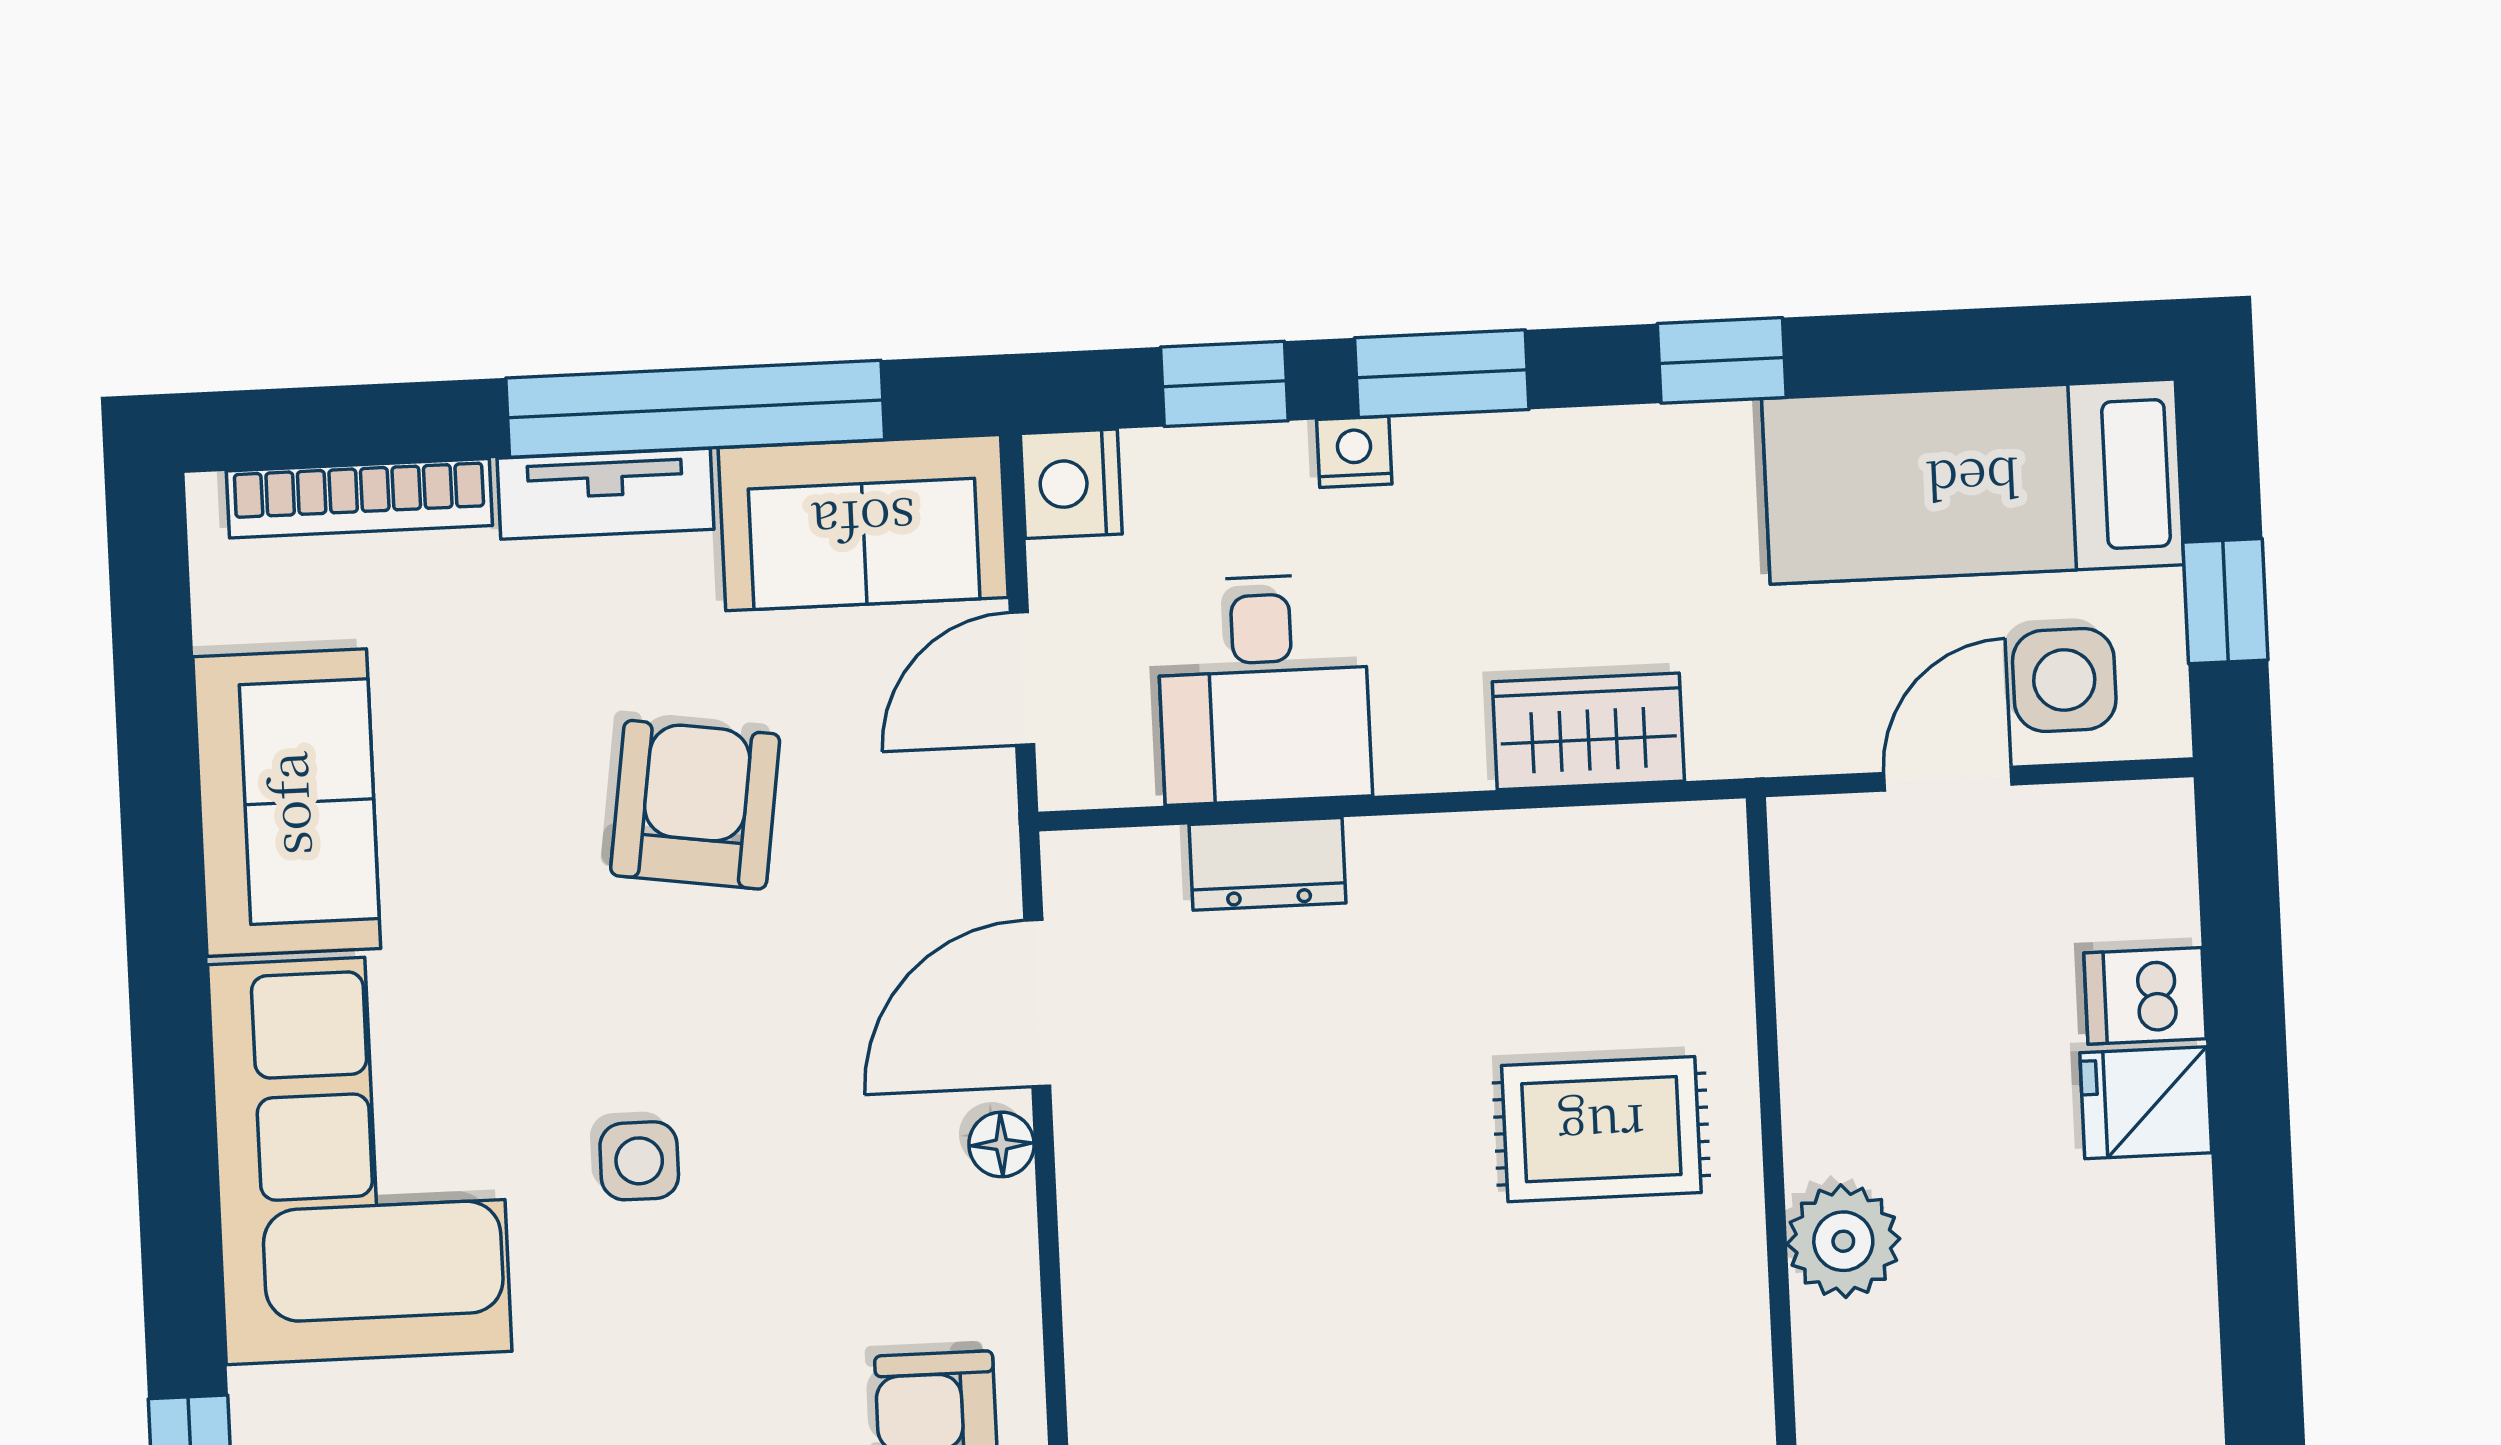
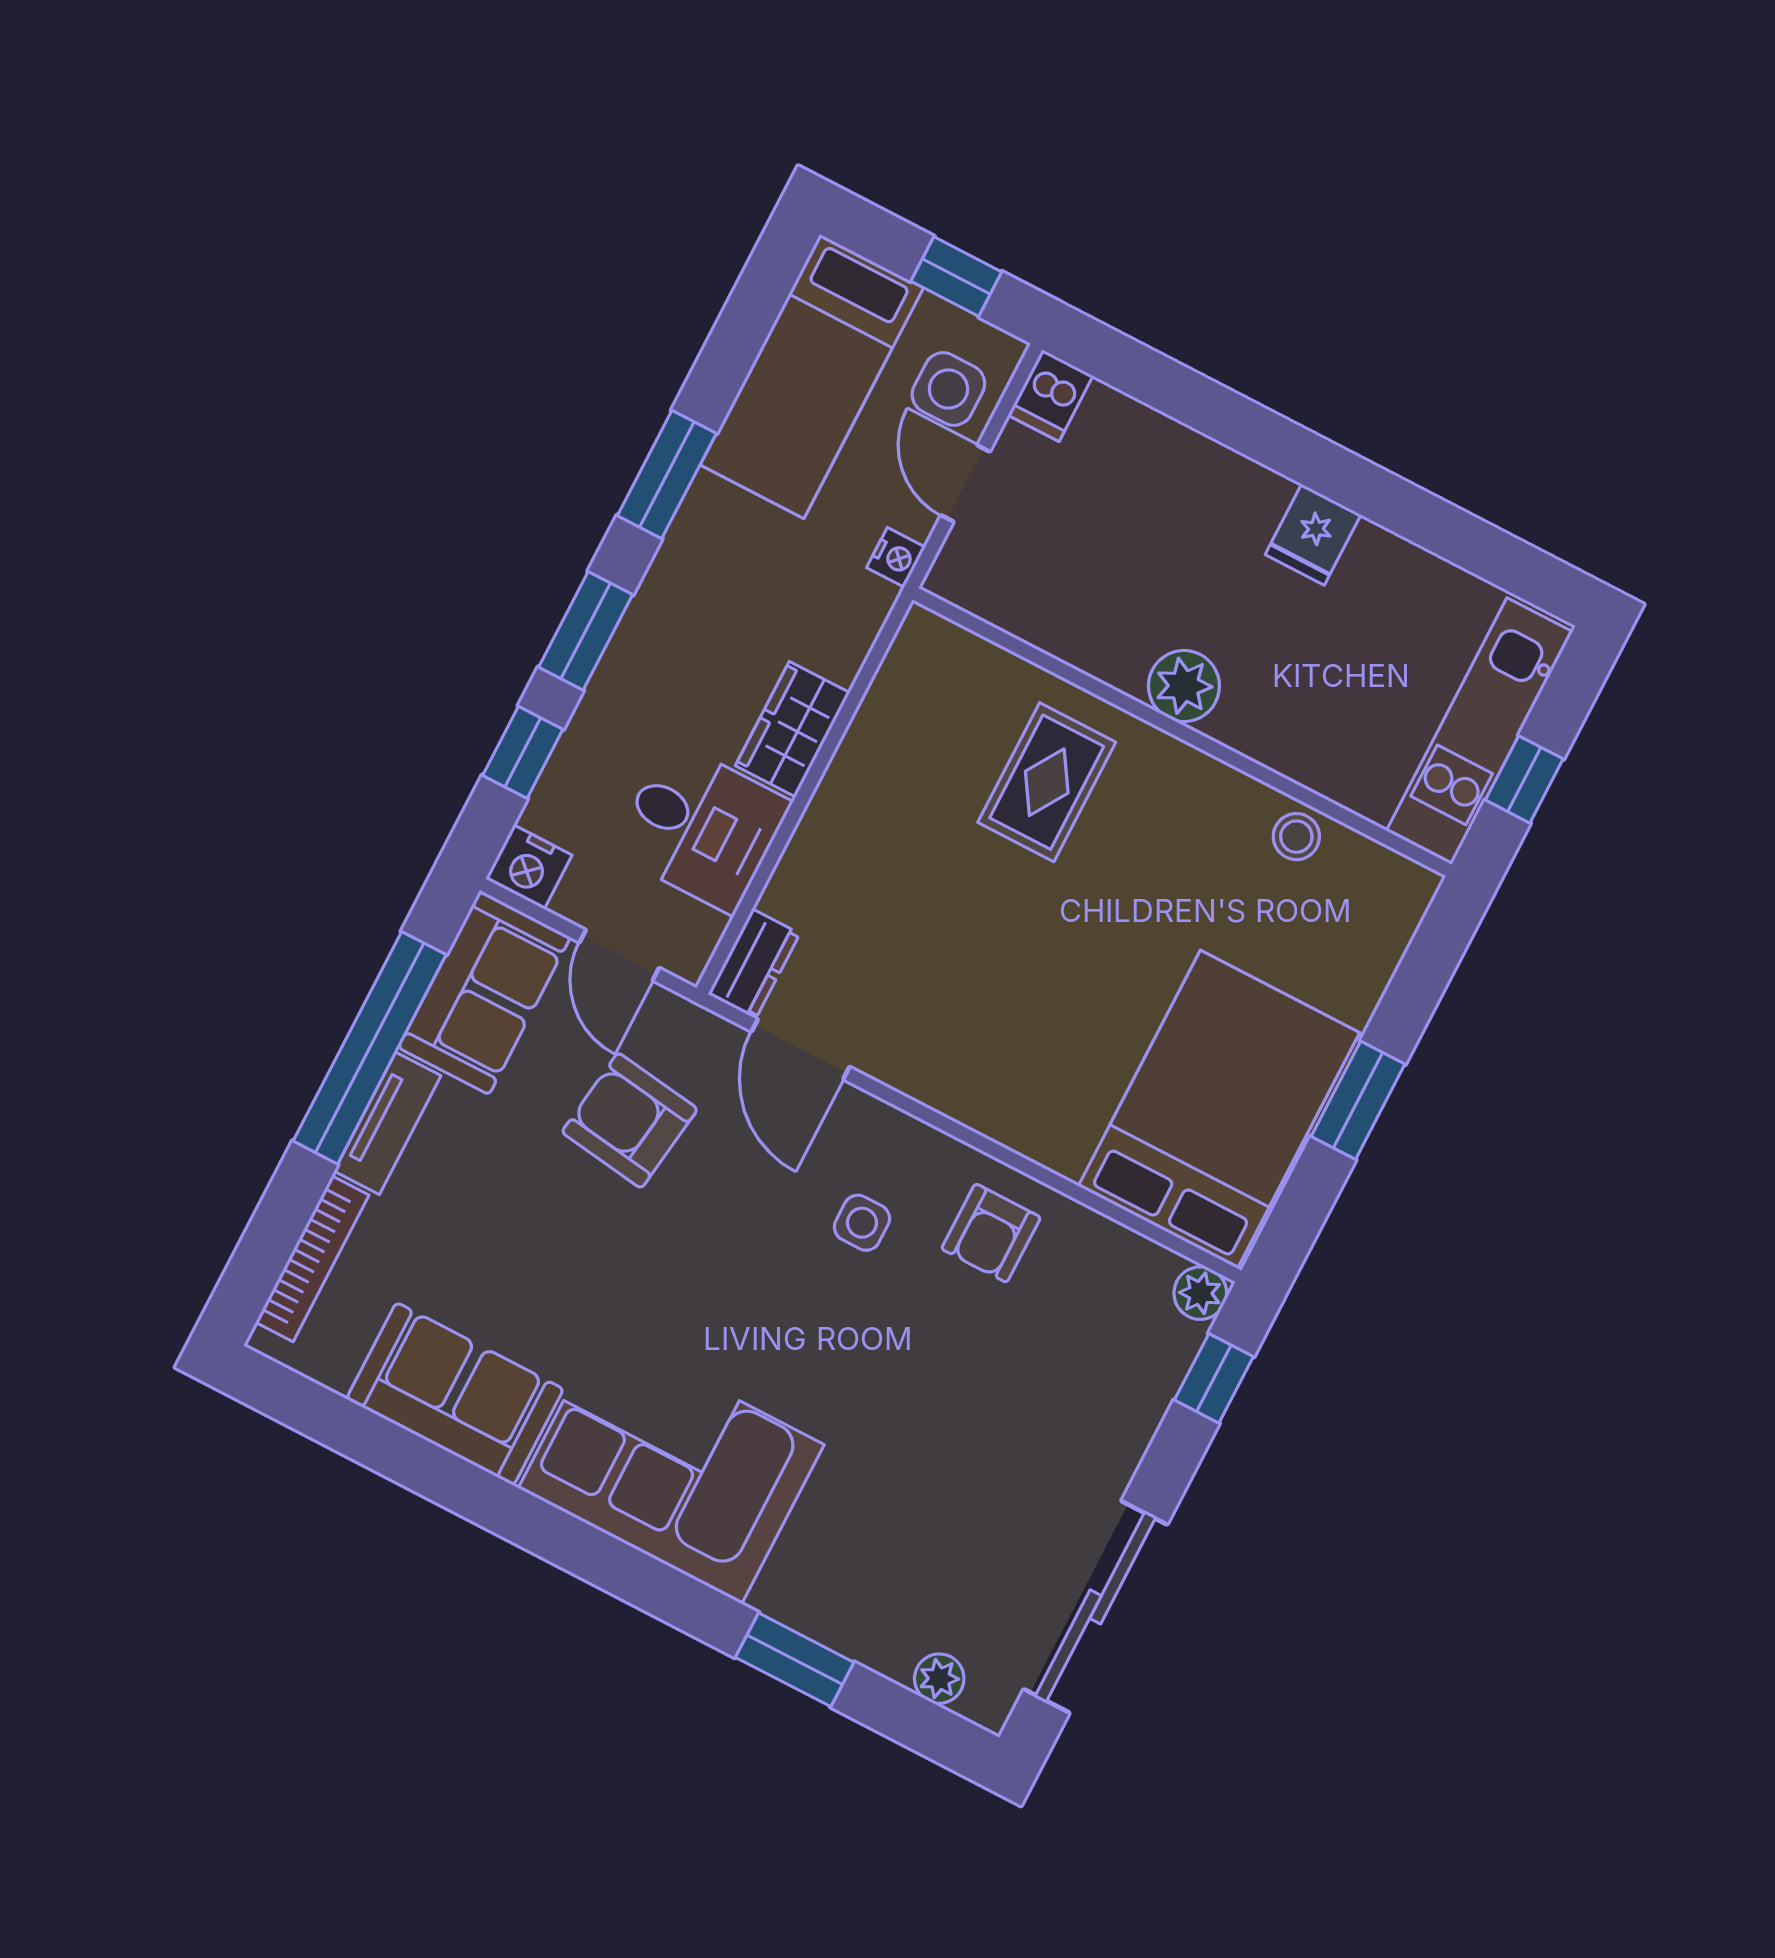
window: (1722, 360) -> (667, 475), width x1.50
nightstand: (1354, 452) -> (896, 557), moved, turned 180
wardrobe: (1588, 731) -> (793, 729), moved
armchair: (695, 805) -> (630, 1121), moved
dresser: (1268, 864) -> (754, 964), moved
dishwasher: (2145, 996) -> (1051, 395), moved
fridge: (2146, 1103) -> (1313, 535), moved
floor lamp: (1001, 1144) -> (866, 1113), removed
side table: (639, 1161) -> (862, 1223), moved

